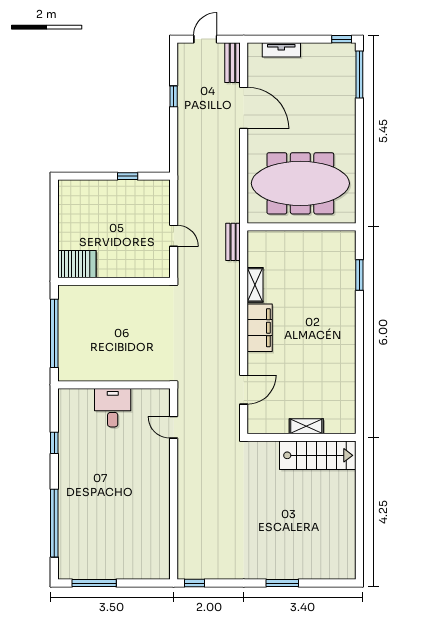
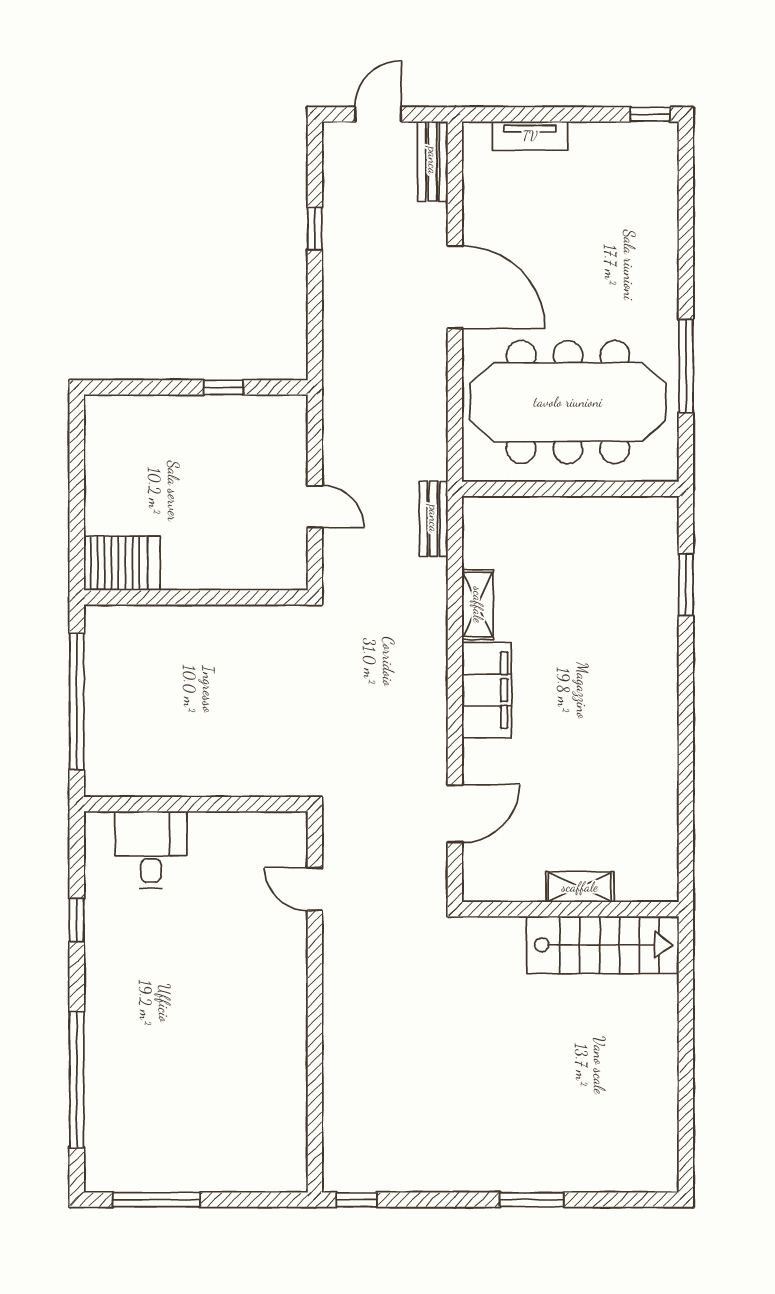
window: (359, 74) -> (686, 366), moved
door: (244, 108) -> (455, 287), moved
desk: (113, 408) -> (151, 850), moved

